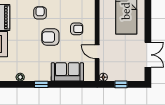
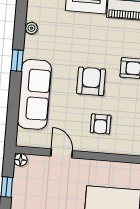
door: (97, 52) -> (62, 153), hinge flipped
sofa: (67, 72) -> (34, 94), width x1.36

